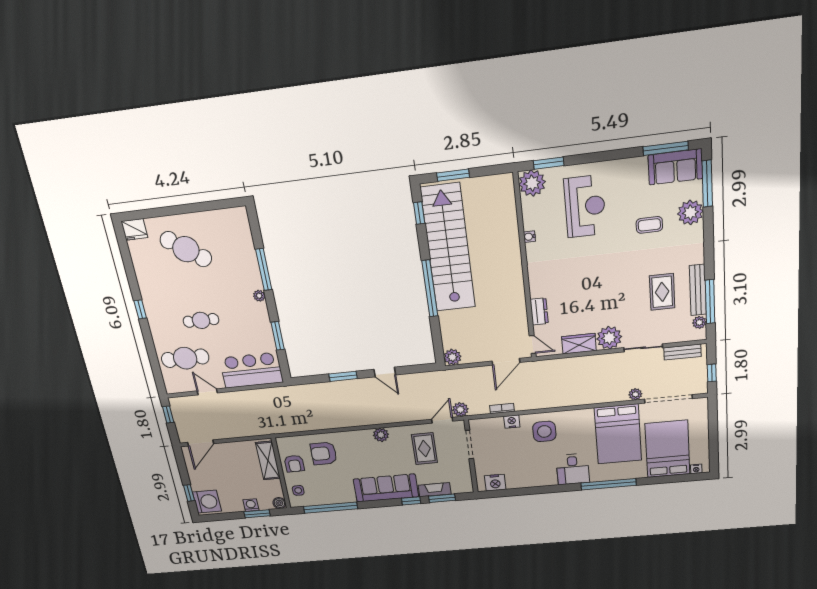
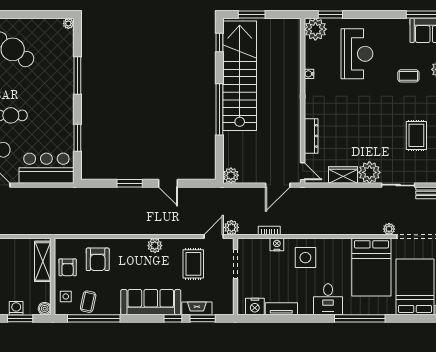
plant: (259, 296) -> (68, 23), moved
dresser: (539, 311) -> (311, 136), width x1.44
armchair: (324, 453) -> (98, 259), turned -90
tv unit: (523, 482) -> (281, 309), added
coffee table: (322, 493) -> (88, 302), added

